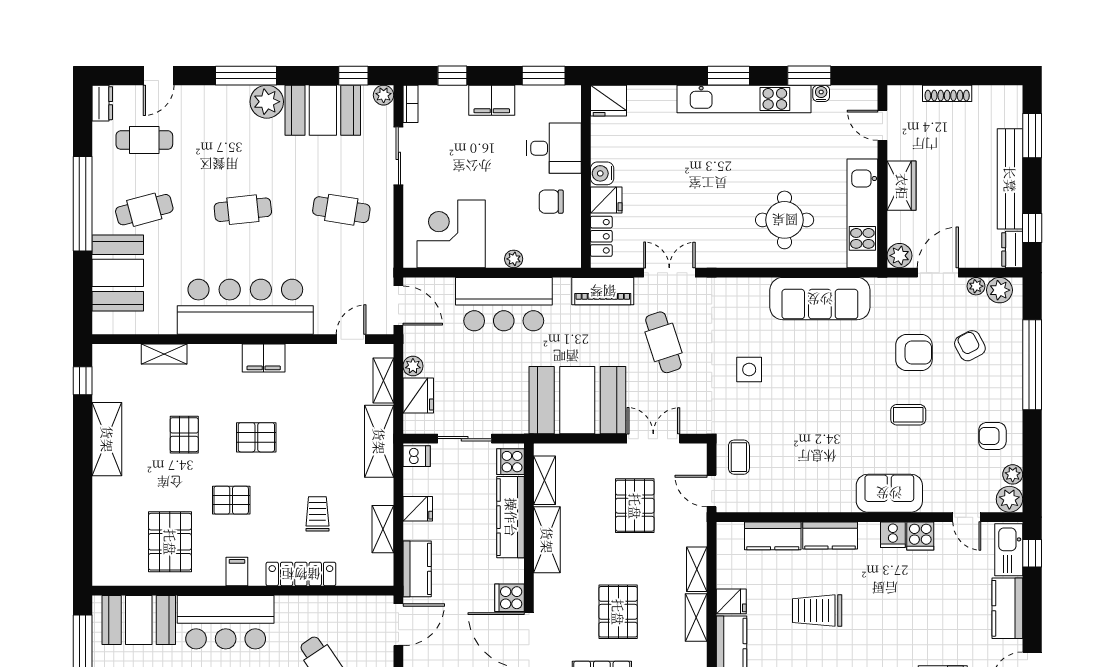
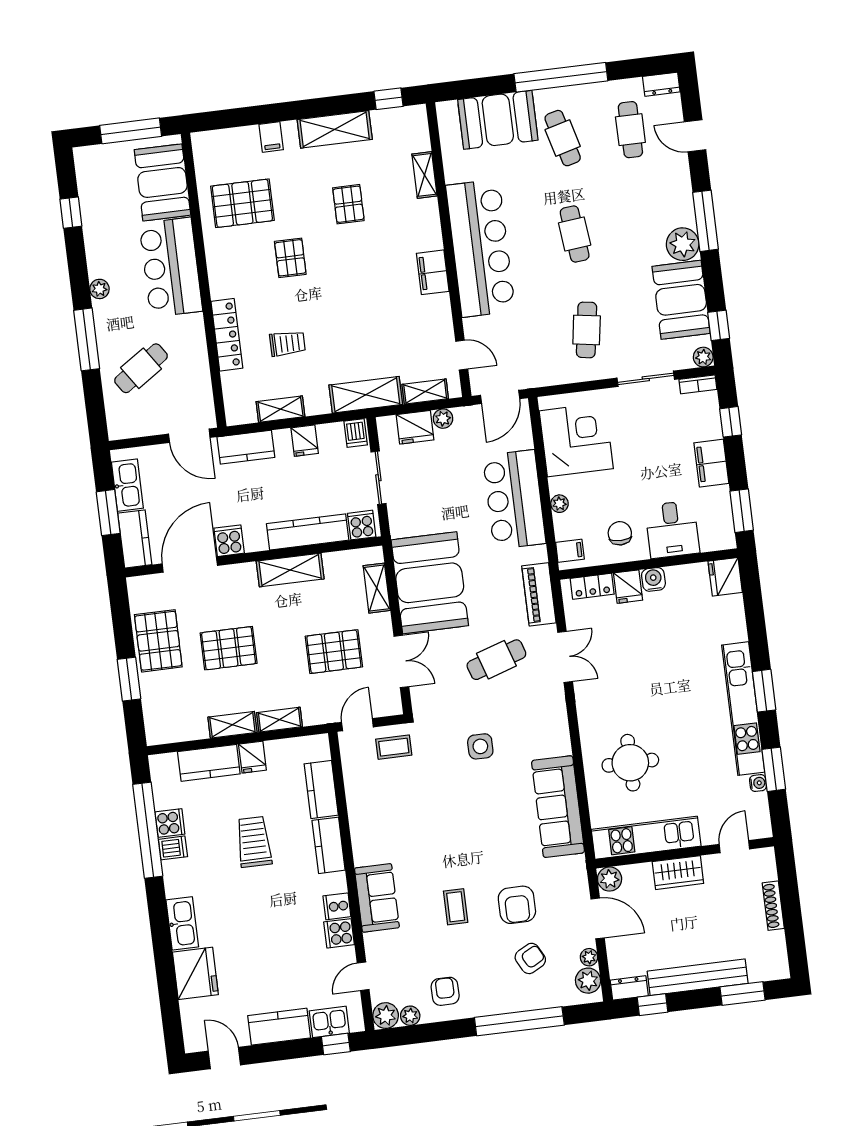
filing cabinet: (563, 254) -> (570, 551), added
pallet: (184, 435) -> (348, 204), turned 90
pallet: (256, 437) -> (355, 275), removed
shelving: (545, 480) -> (377, 588), moved, turned 90
kitchen sink: (1009, 550) -> (329, 1022), width x0.73
filing cabinet: (237, 571) -> (271, 137), moved, turned 90

